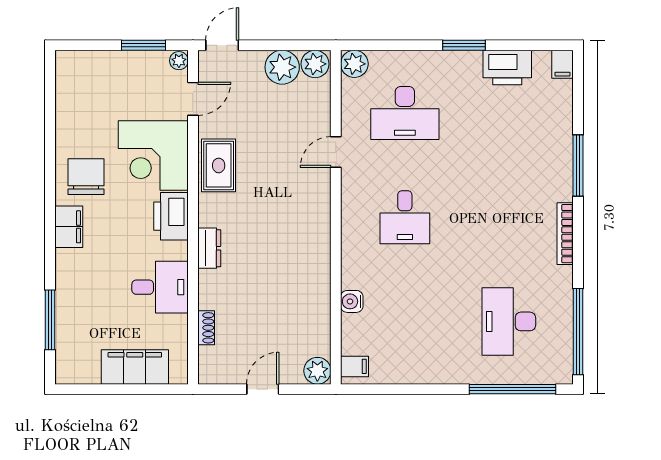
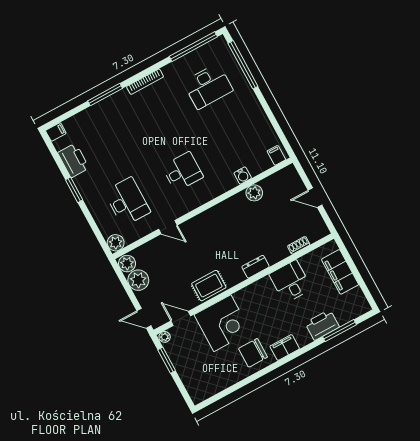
printer: (171, 216) -> (322, 325), moved, turned 180
plant: (317, 371) -> (254, 193), moved

